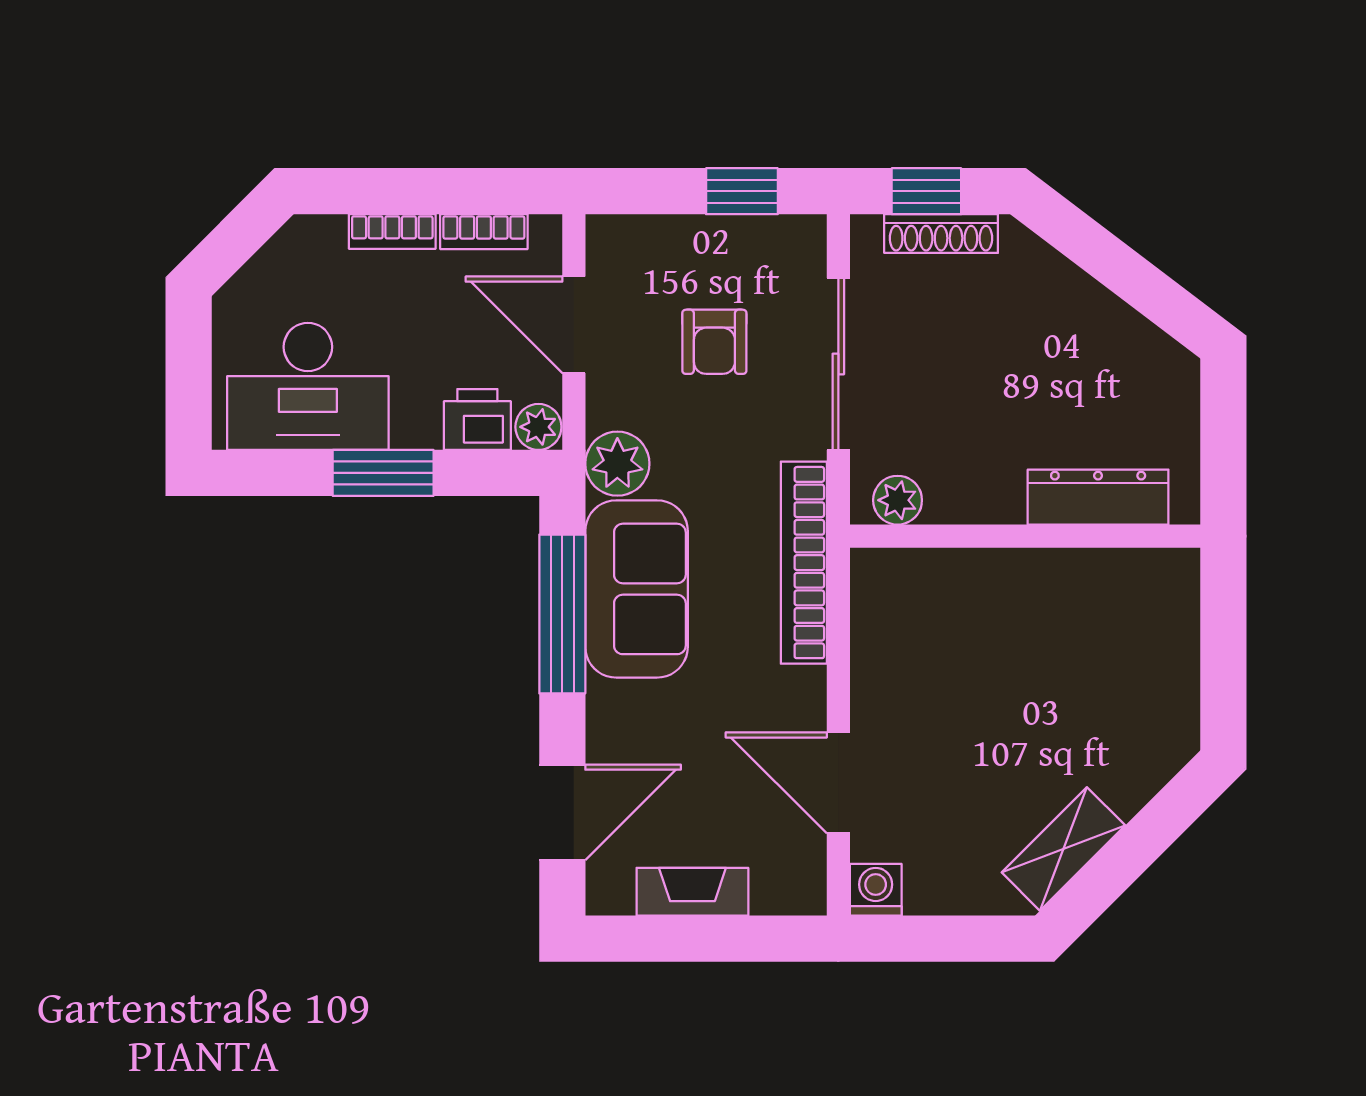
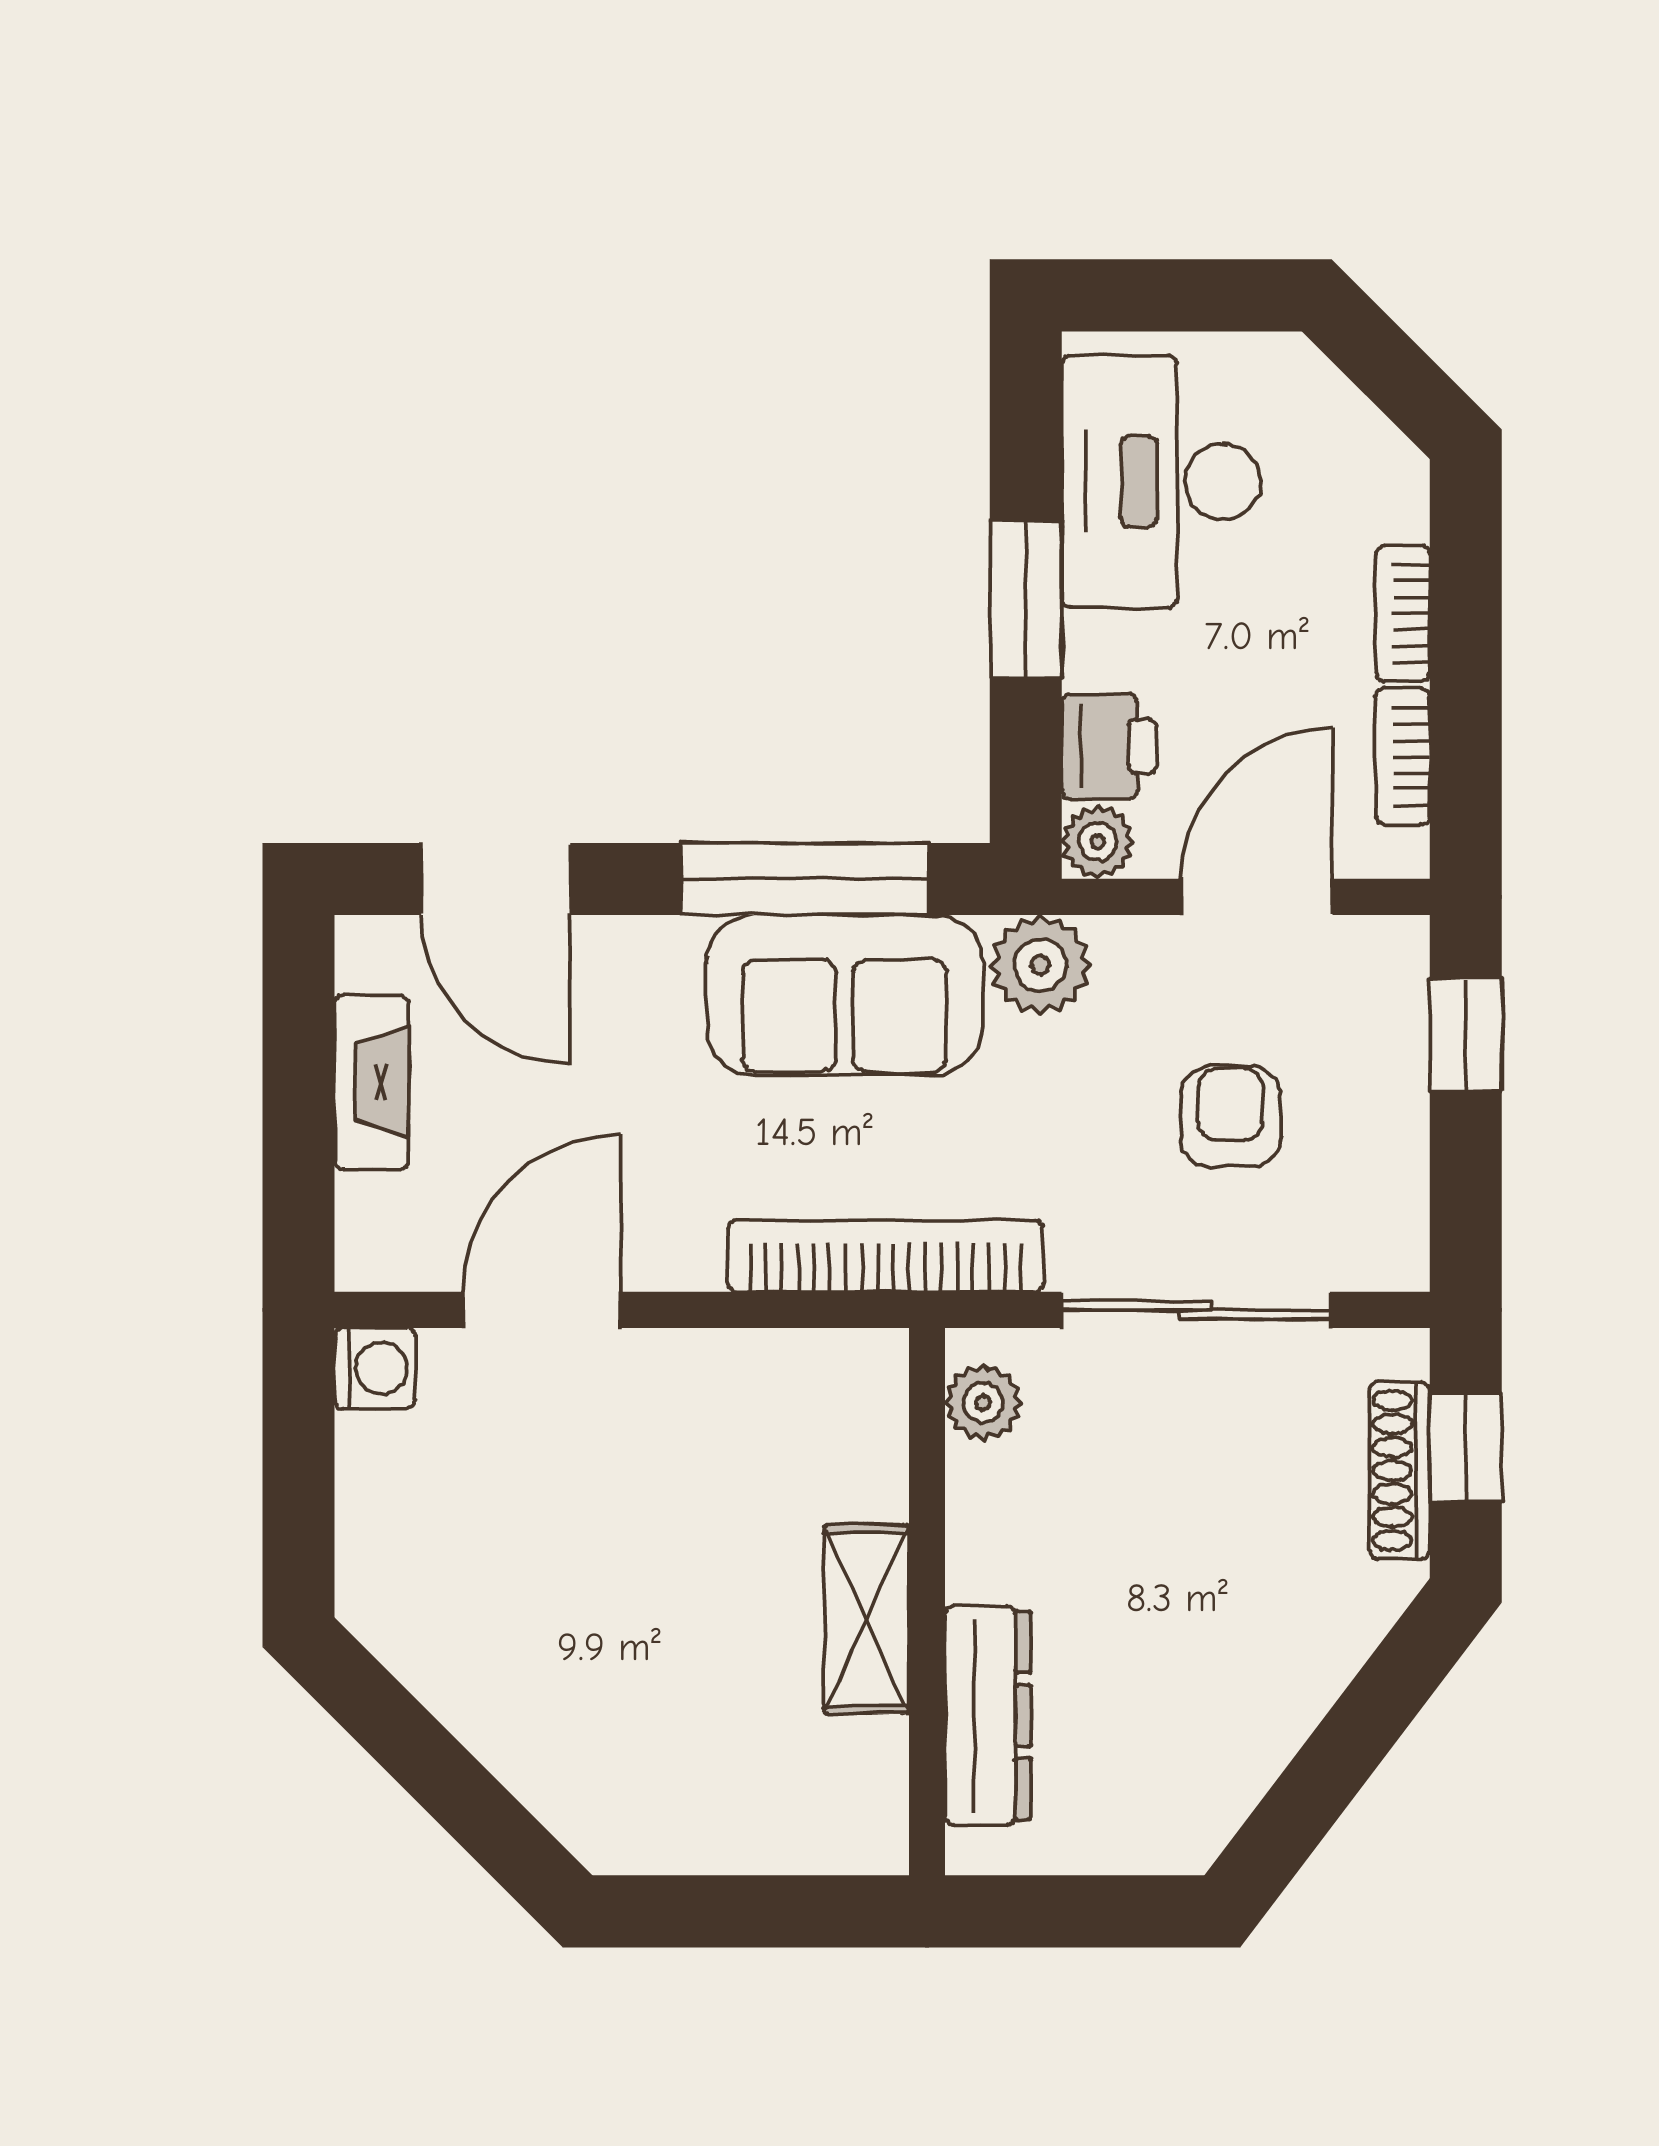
window: (742, 191) -> (1466, 1035), moved
armchair: (714, 342) -> (1230, 1116), turned 90
shelving: (1063, 849) -> (867, 1619), moved, turned 45

